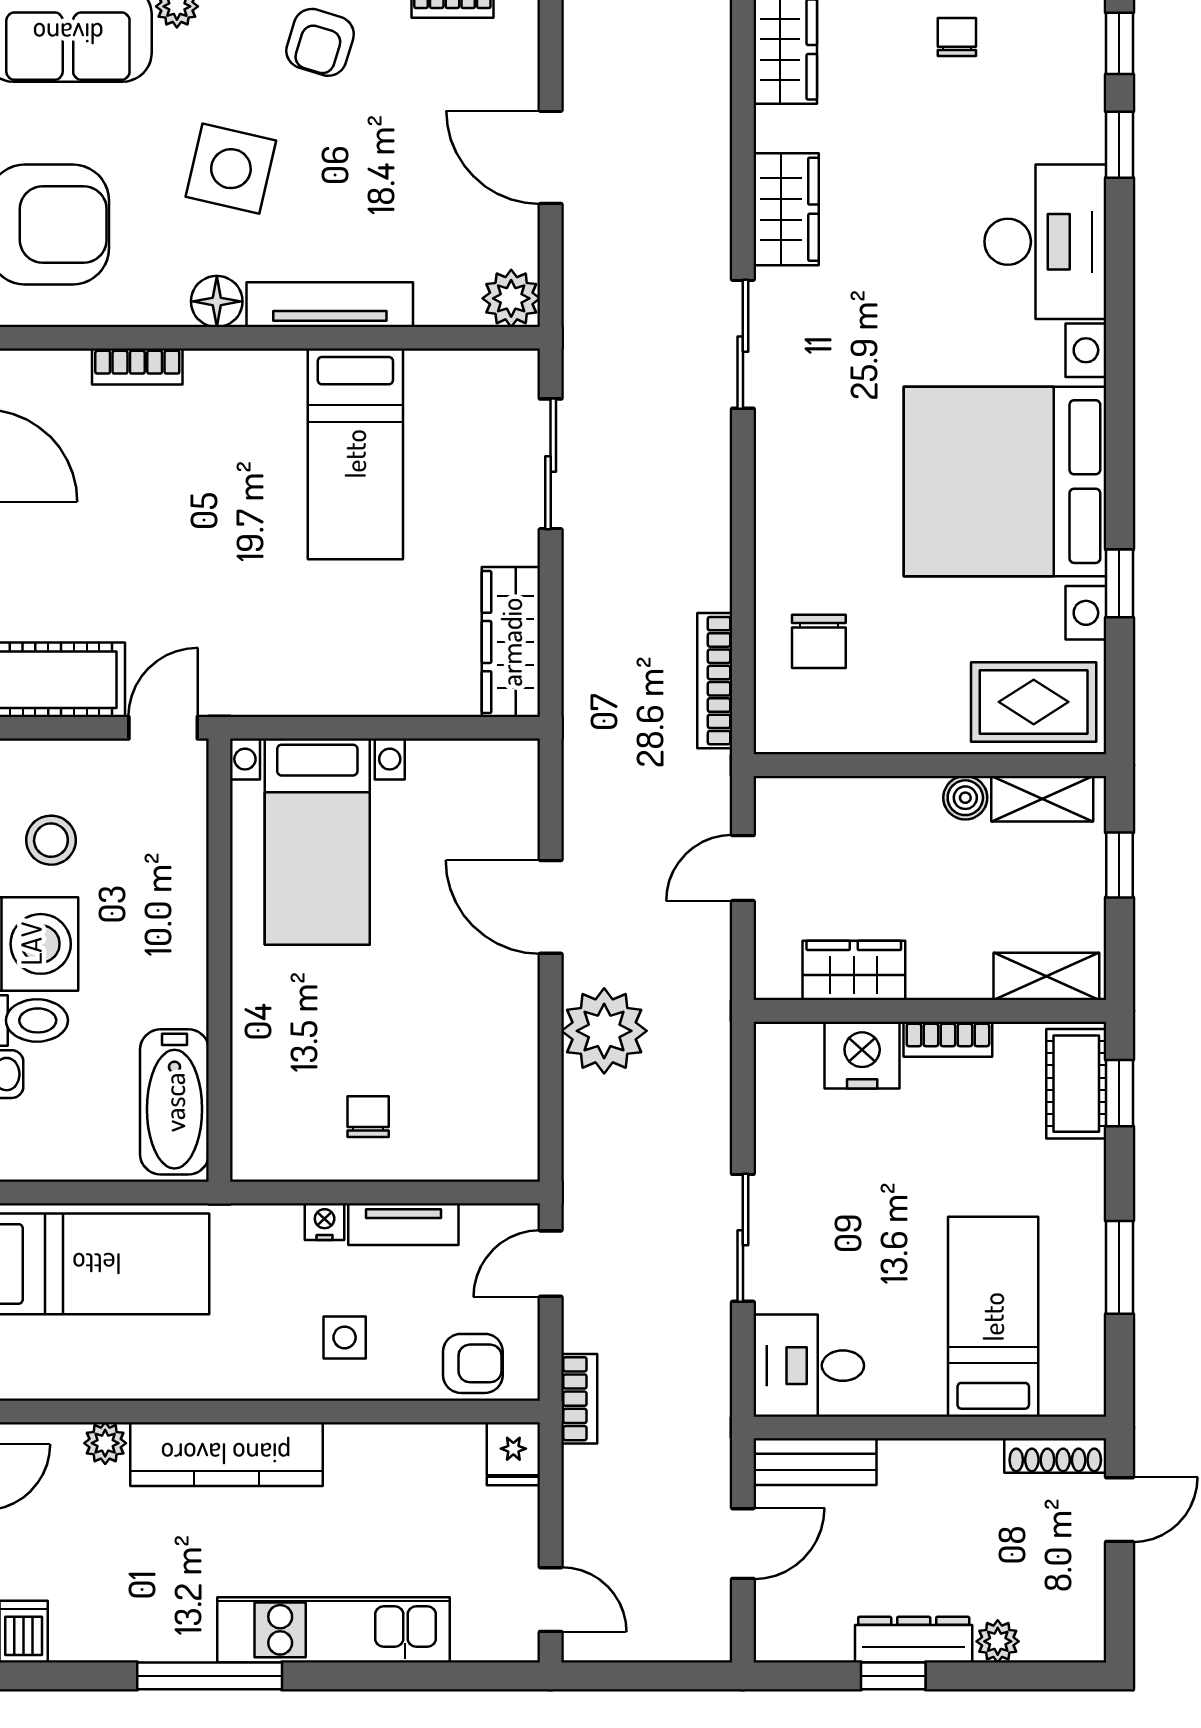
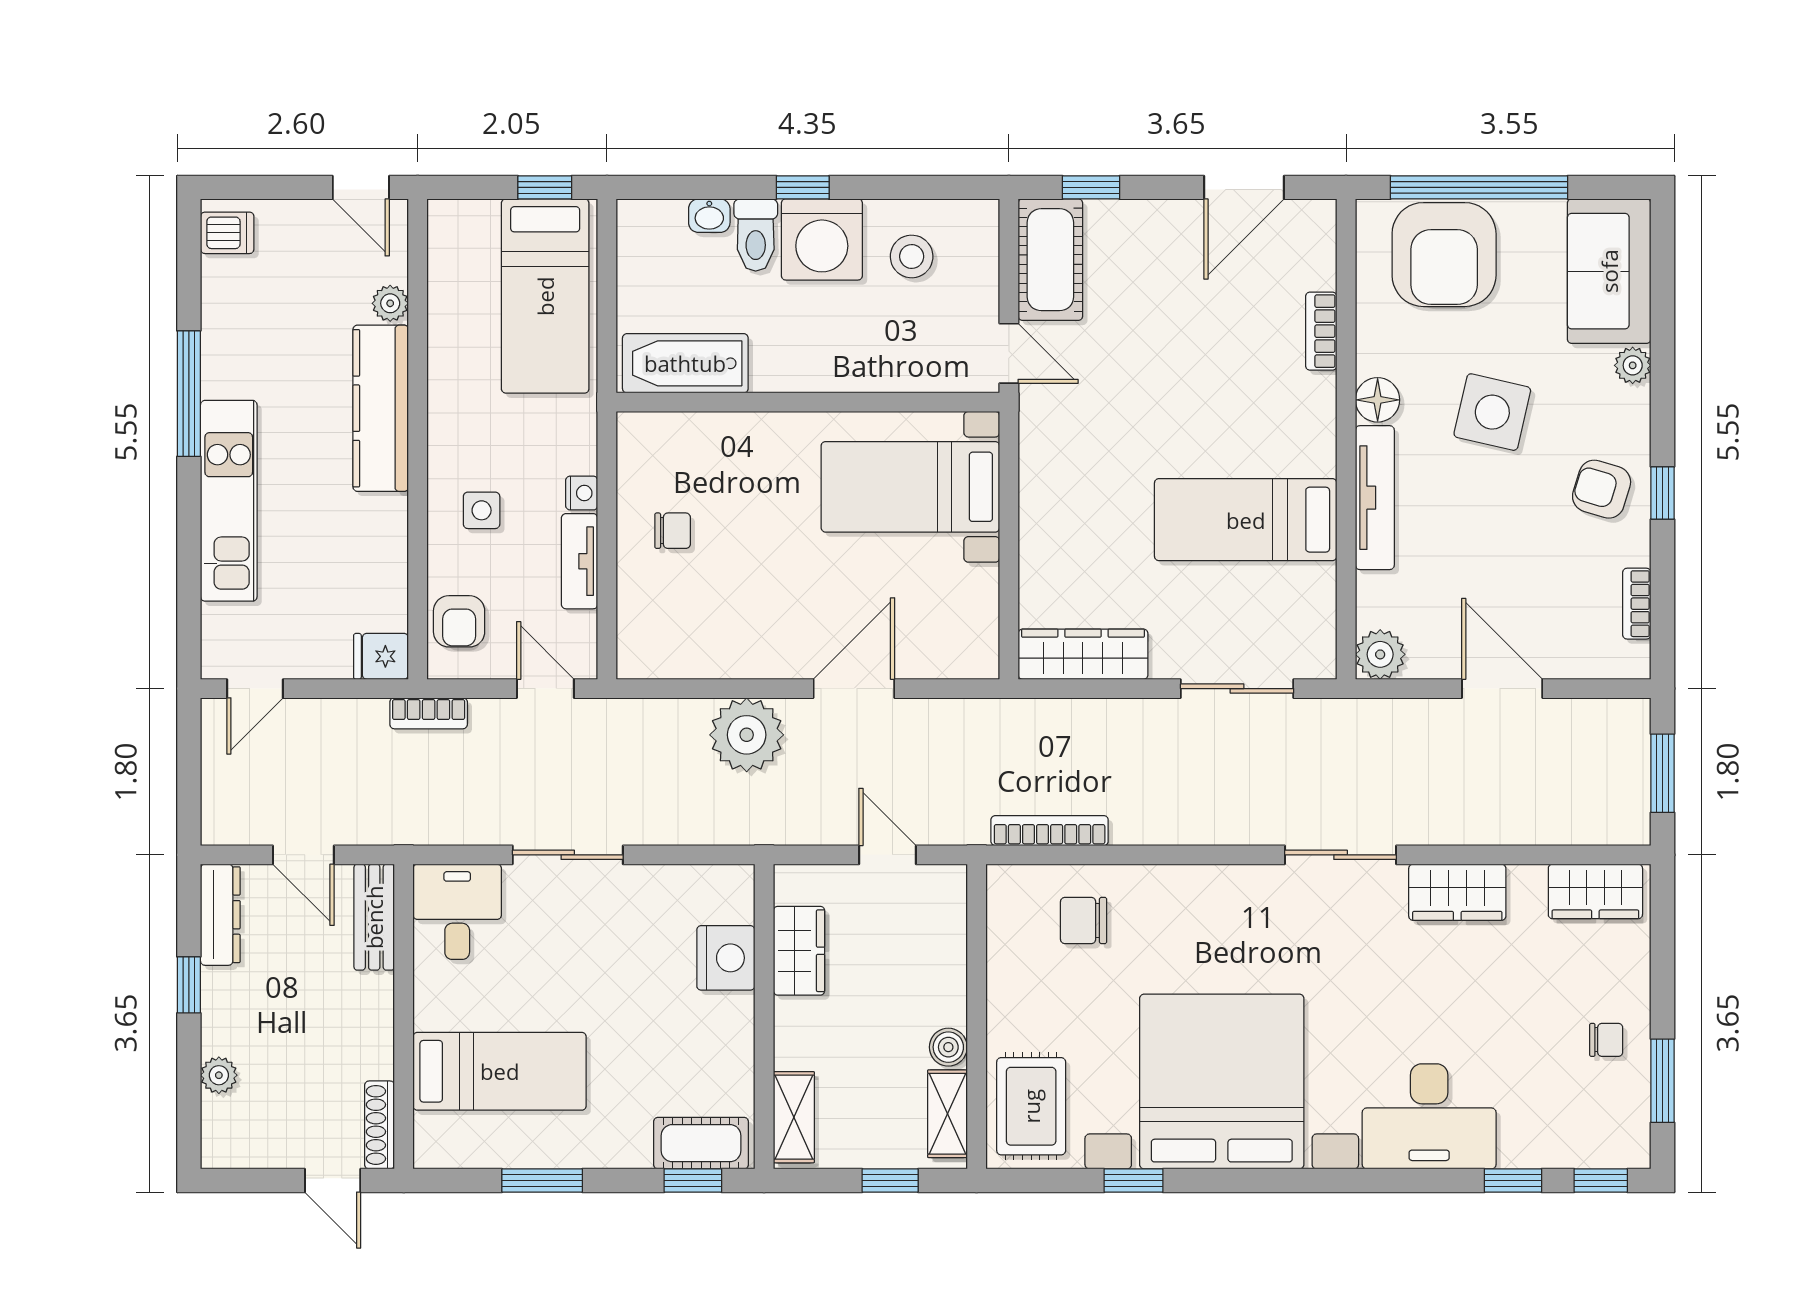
door: (551, 157) -> (1502, 689), hinge flipped
bookcase: (948, 1039) -> (739, 1032), removed
dresser: (914, 1640) -> (220, 915), moved

